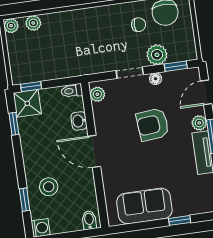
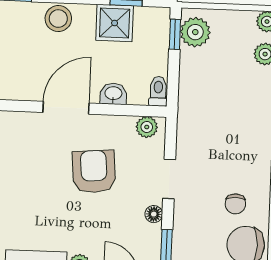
plant: (157, 55) -> (195, 32), moved
shower: (27, 103) -> (115, 23), moved
armchair: (153, 125) -> (94, 172), moved
stool: (49, 187) -> (58, 19), moved

